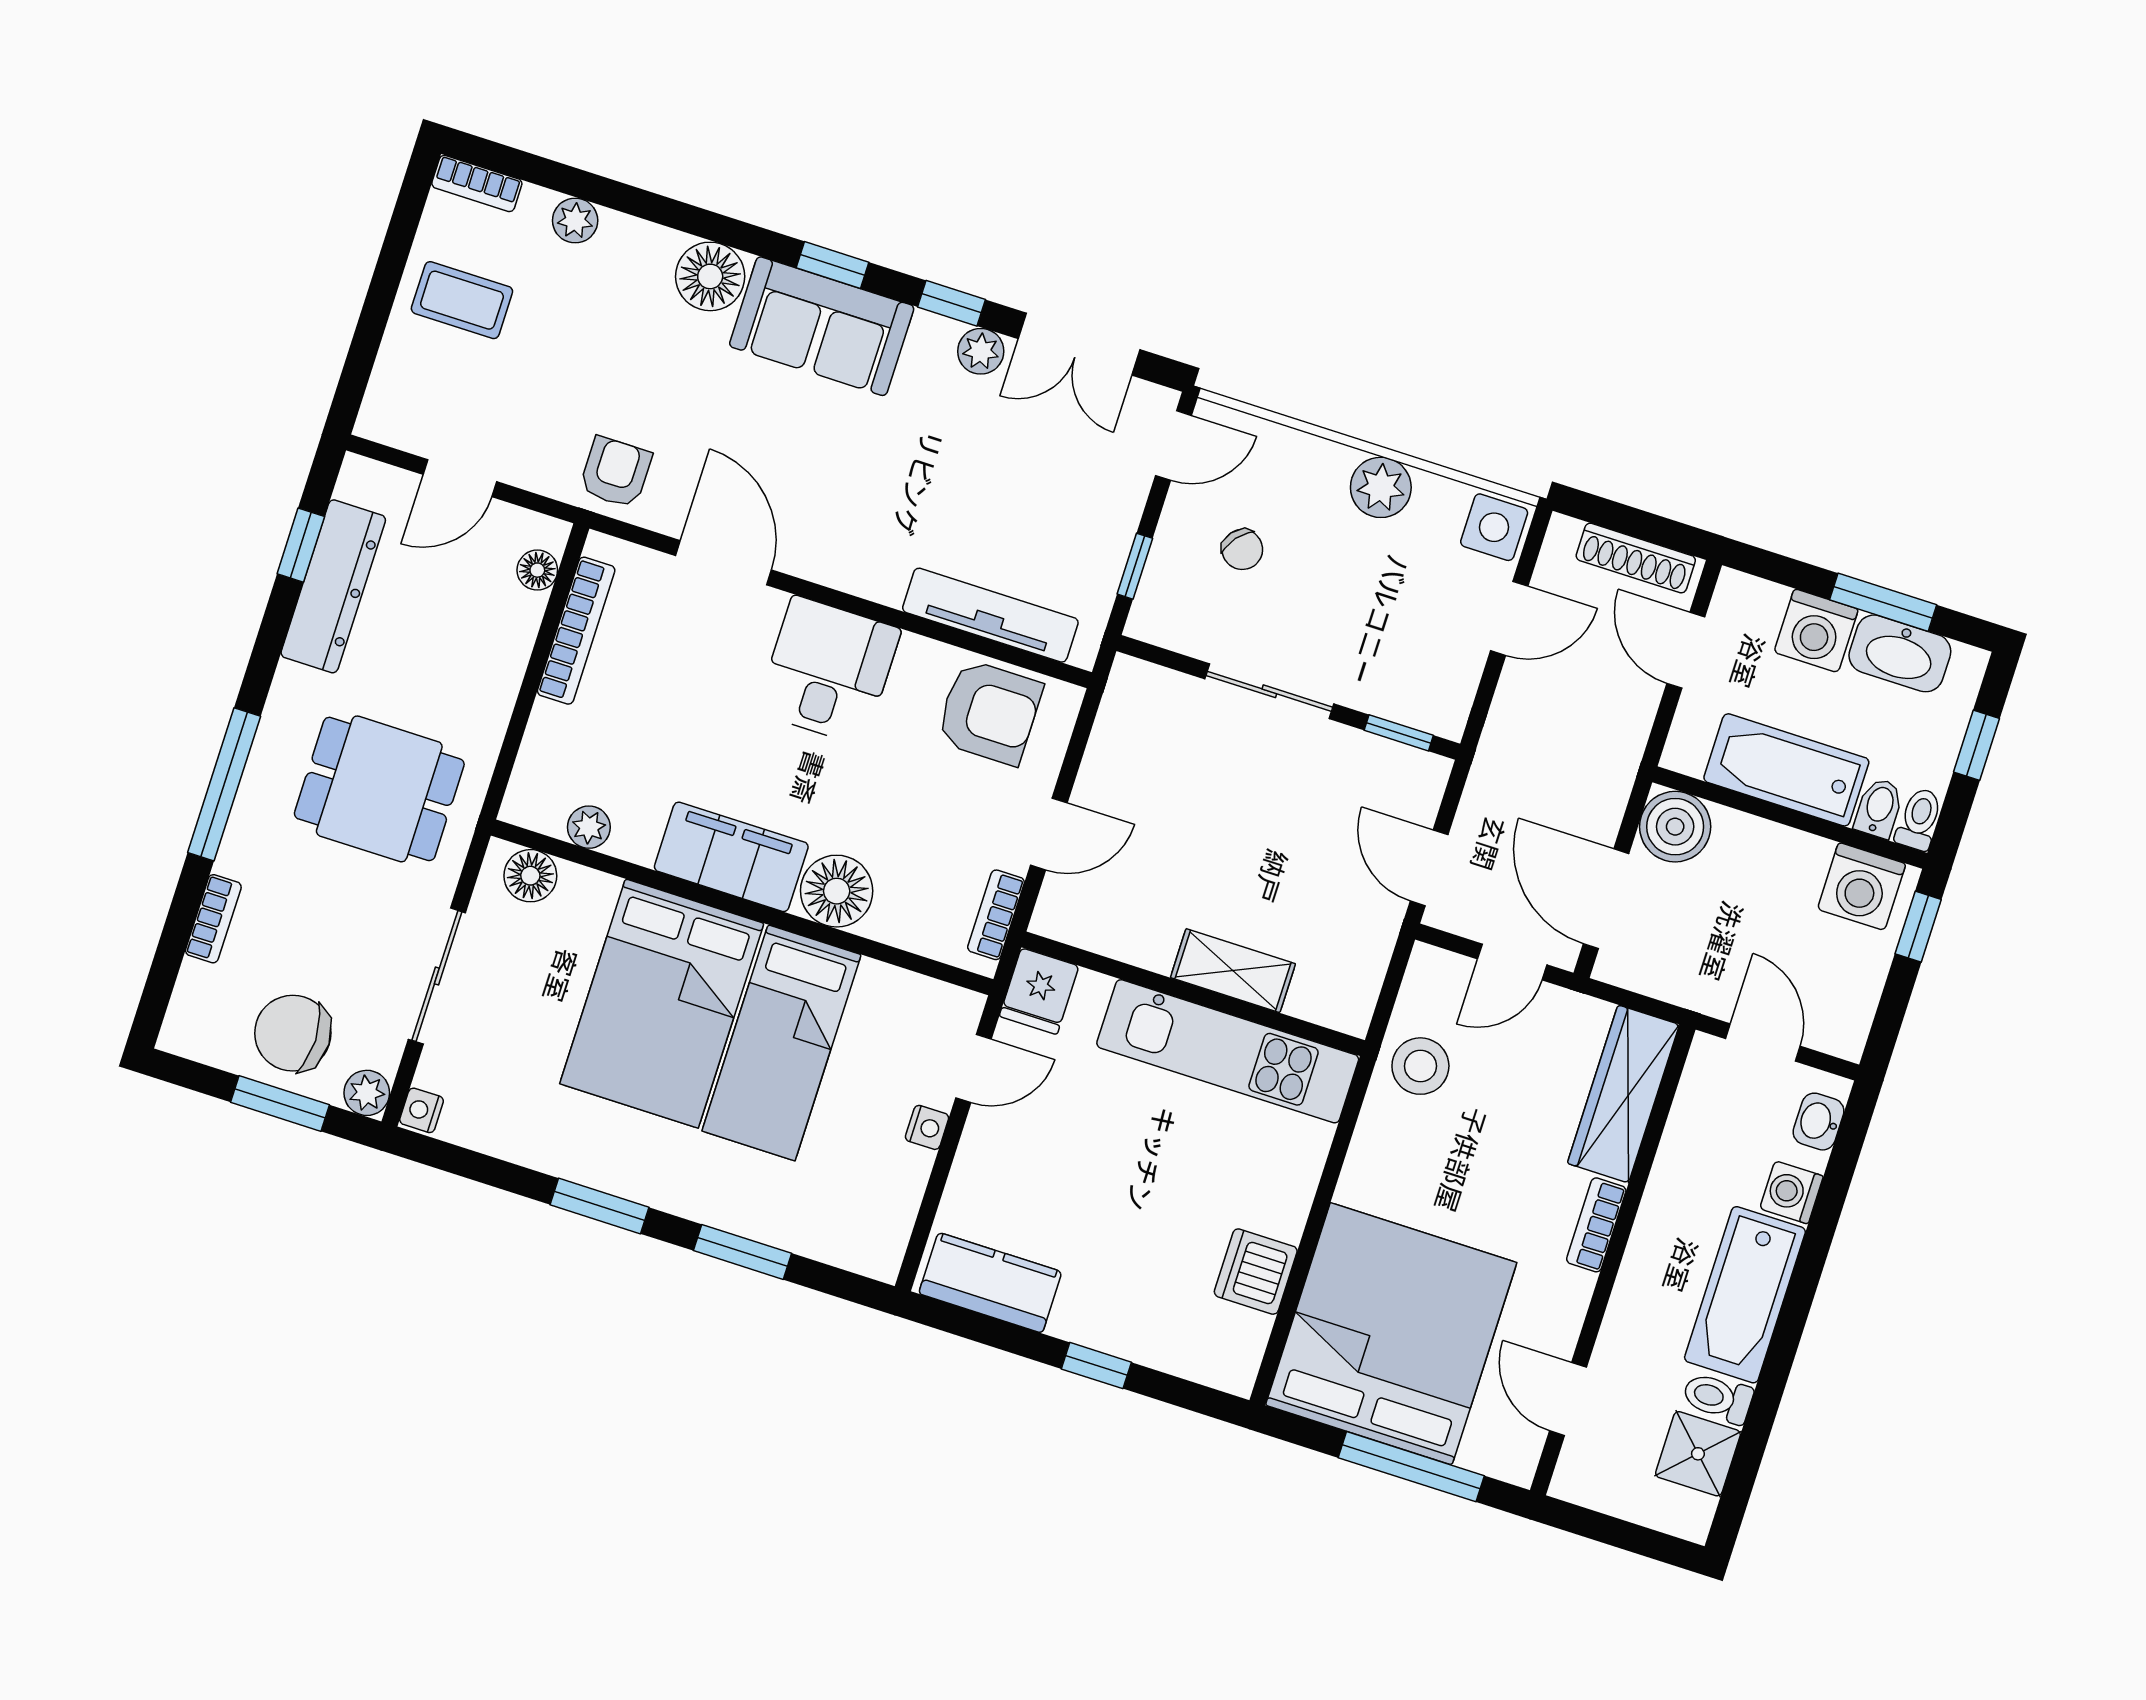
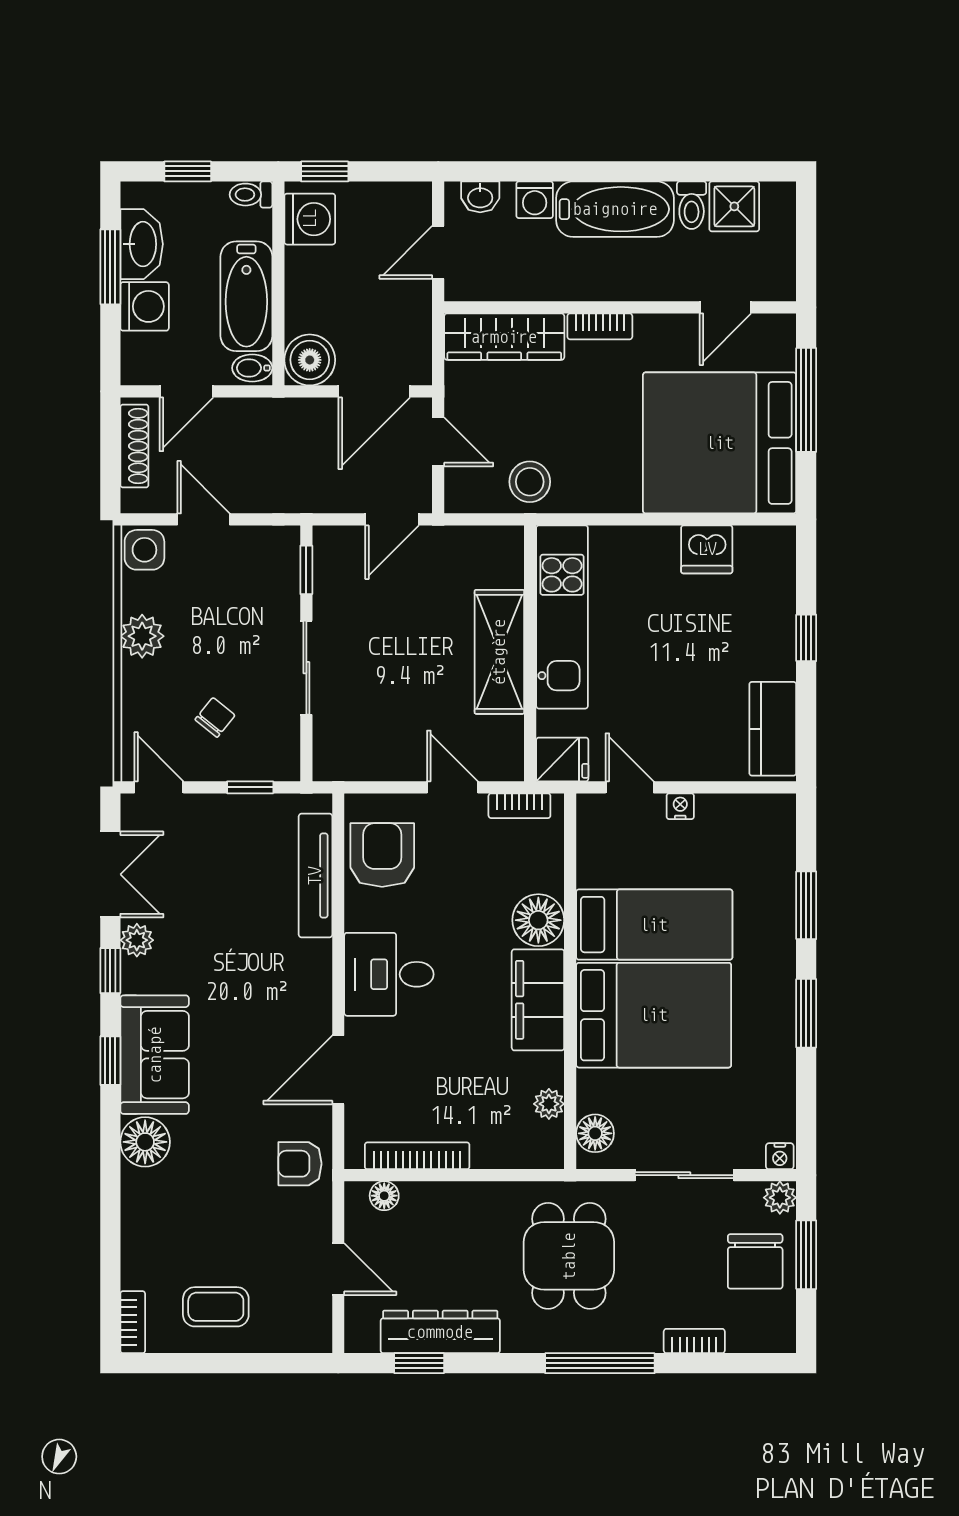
plant: (575, 221) -> (136, 1247), removed
coffee table: (462, 300) -> (216, 1307), turned 90
bidet: (1879, 808) -> (252, 368), moved
shelving: (1233, 971) -> (499, 652), width x1.50, depth x1.33

